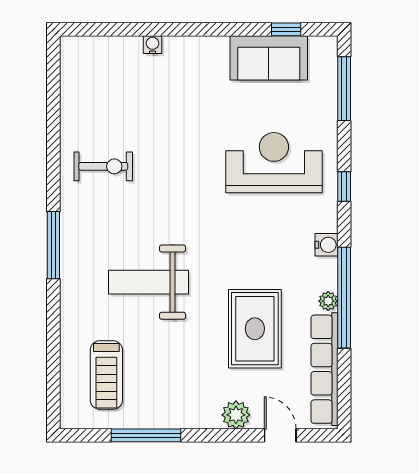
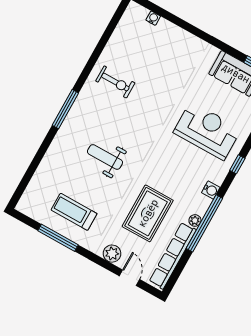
water cooler: (153, 45) -> (153, 18), moved
weight bench: (149, 282) -> (105, 157), width x0.73, depth x0.75
treadmill: (106, 375) -> (74, 212), moved, turned 90

